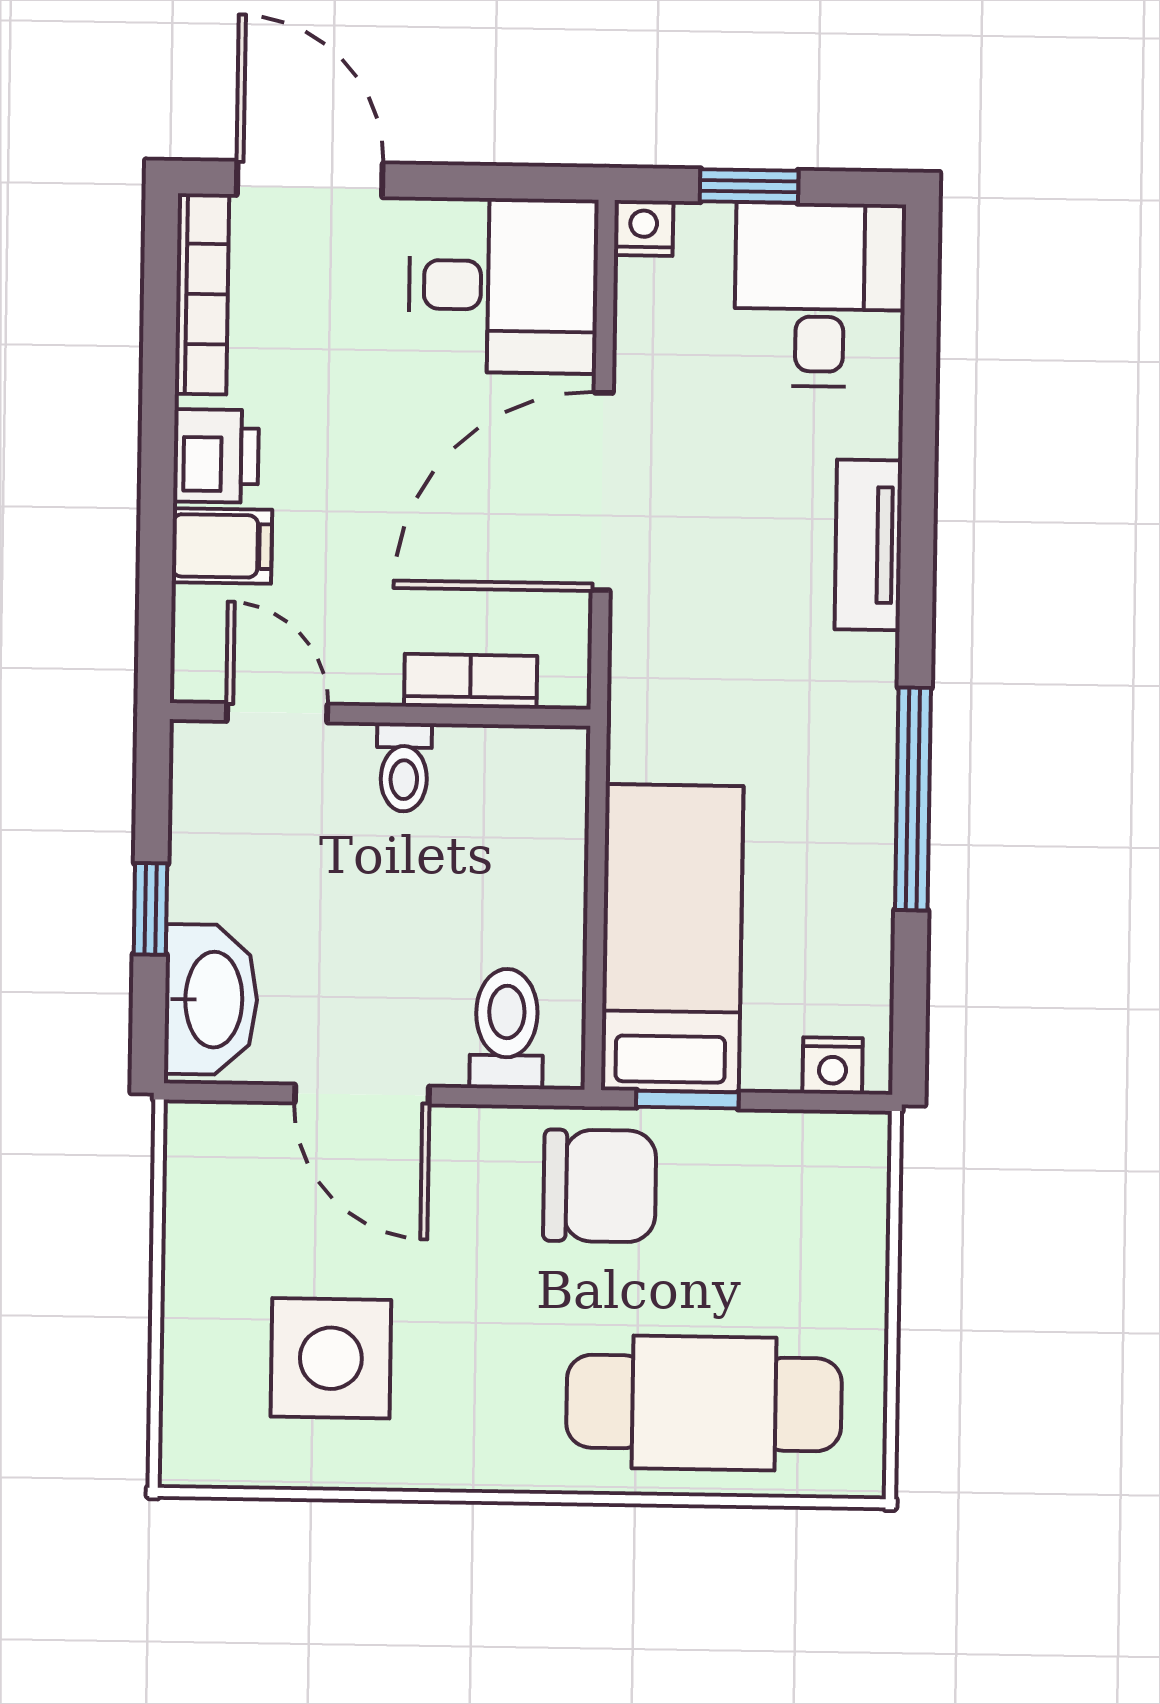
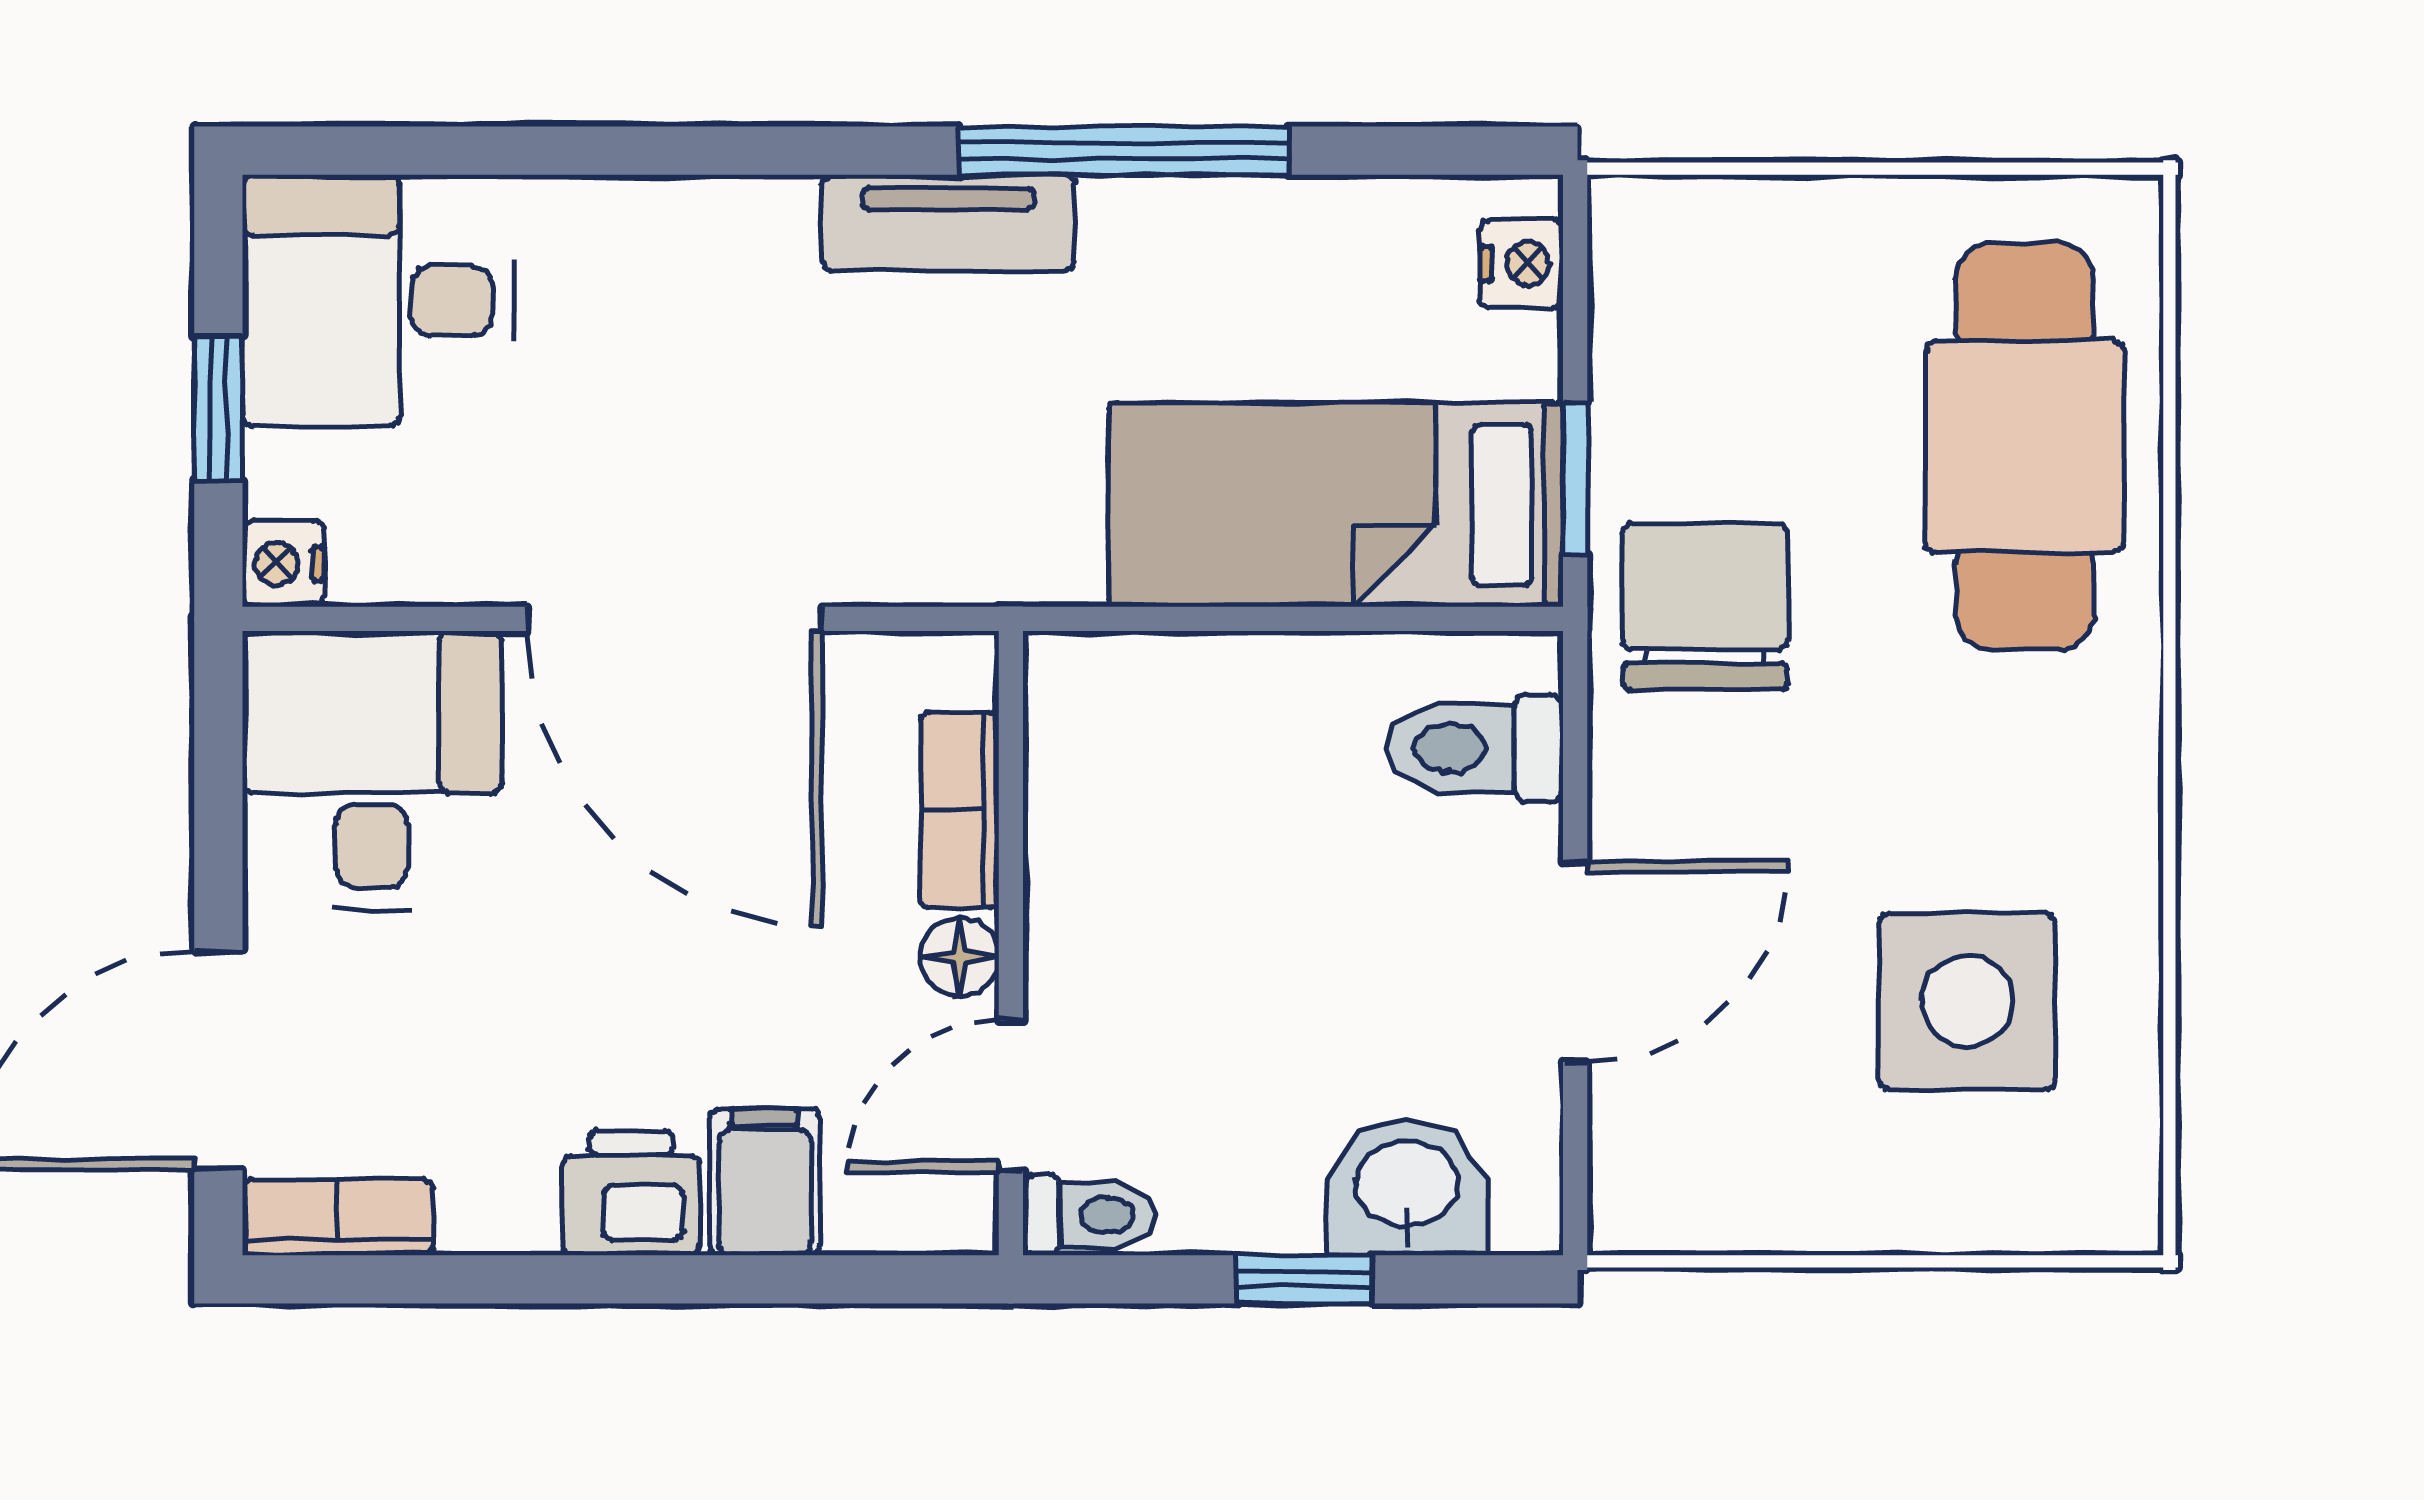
bookcase: (202, 294) -> (338, 1217), width x0.64
tv unit: (868, 545) -> (948, 223), moved
floor lamp: (371, 680) -> (959, 957), added
toilet: (404, 767) -> (1089, 1215), moved
washbasin: (211, 1000) -> (1407, 1187), width x0.72

